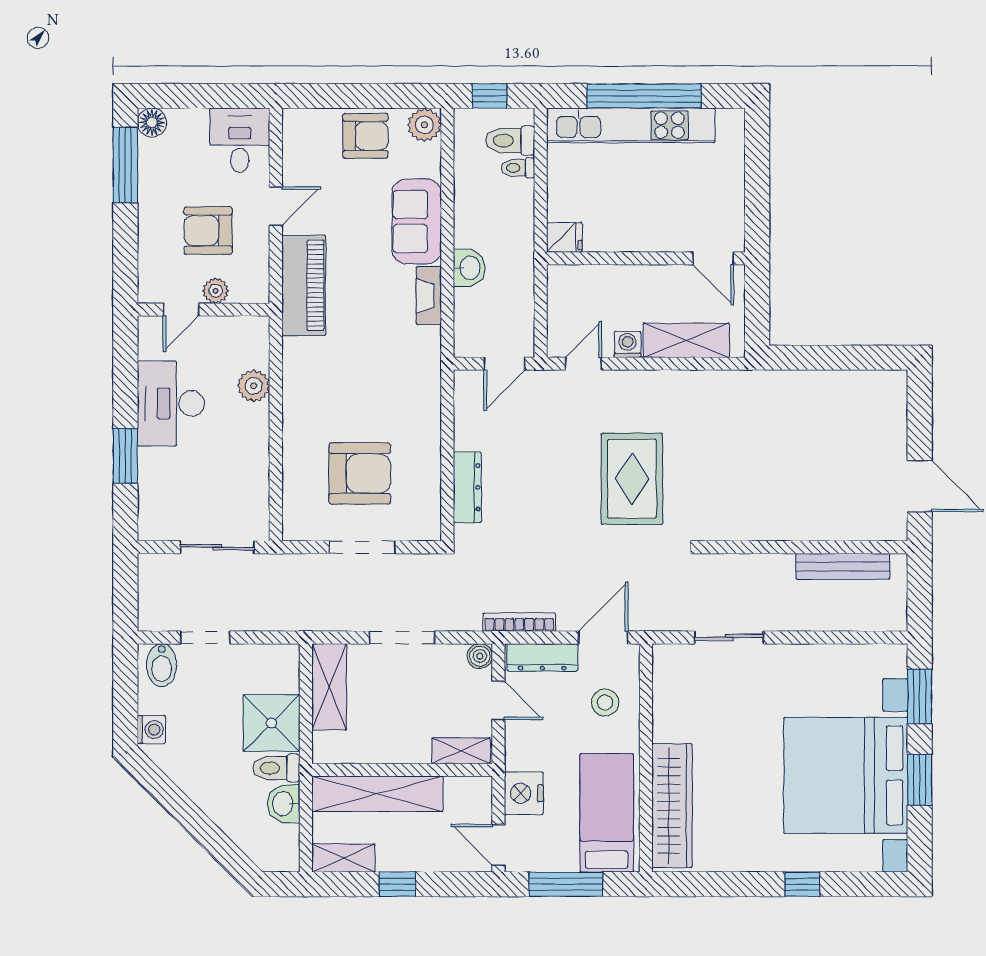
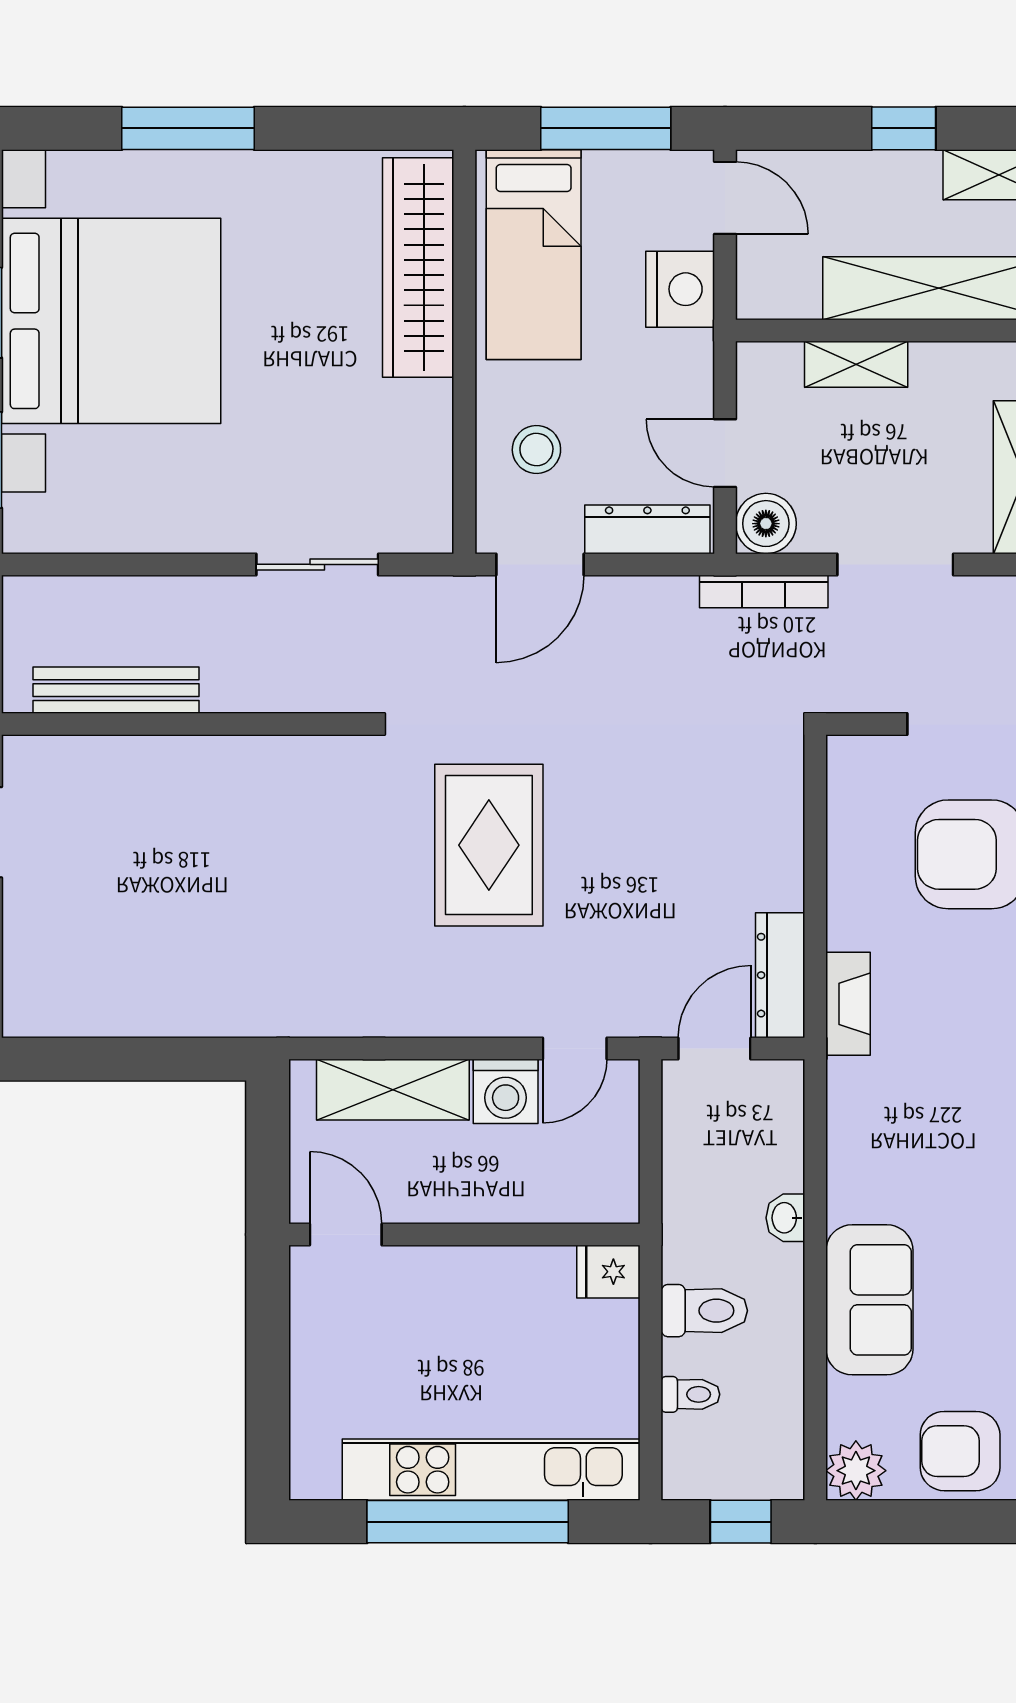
toilet: (510, 141) -> (704, 1311), moved
washbasin: (469, 268) -> (785, 1218), width x0.72, depth x0.69
fireplace: (429, 296) -> (848, 1004), moved
washing machine: (628, 344) -> (506, 1091), width x1.38, depth x1.38
dresser: (467, 487) -> (780, 975), moved
bookcase: (519, 622) -> (764, 592), moved
boiler: (480, 656) -> (766, 524), width x1.36, depth x1.36
shelving: (461, 751) -> (856, 364), moved
window: (802, 884) -> (188, 128), width x2.17

